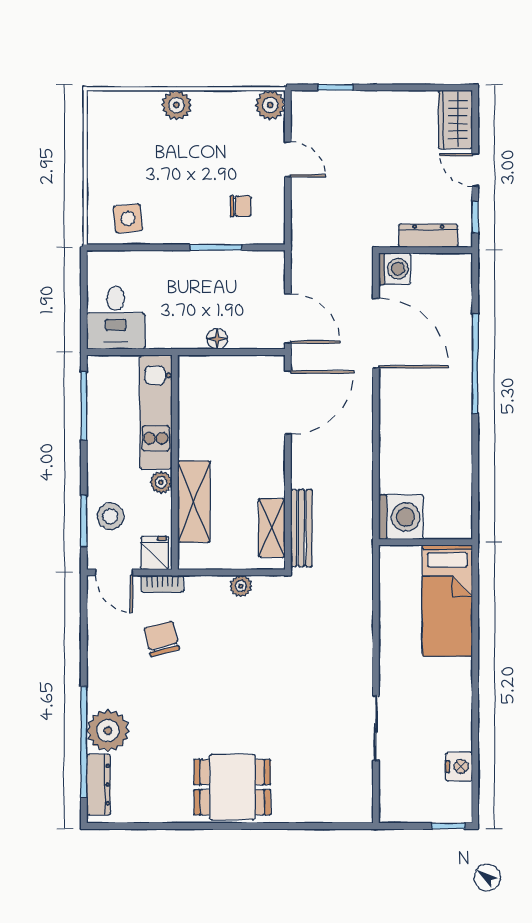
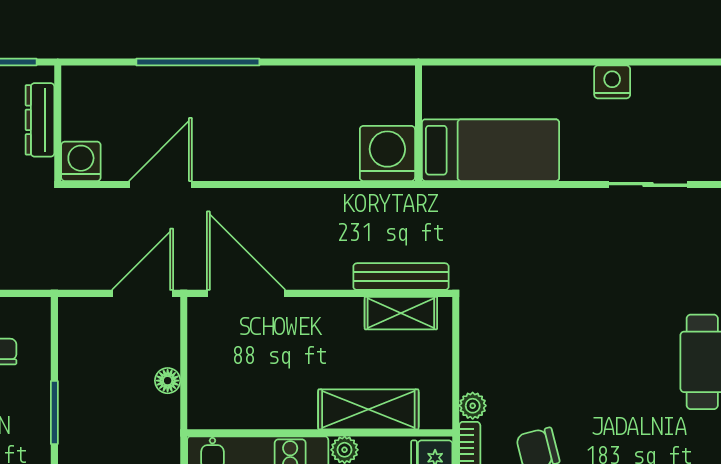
window: (216, 247) -> (54, 413), moved
door: (376, 333) -> (160, 184), width x0.73
plant: (241, 586) -> (473, 406), moved
bed: (447, 601) -> (491, 150), moved
nightstand: (459, 767) -> (612, 82), moved

